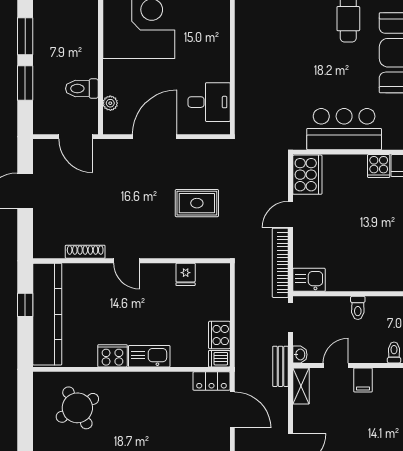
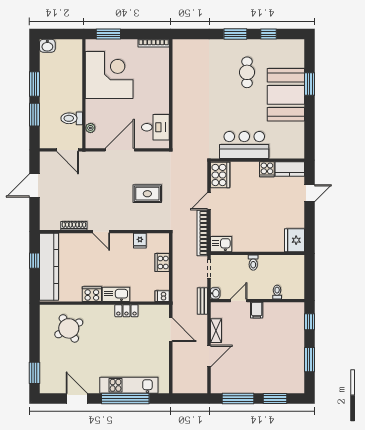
cooker: (219, 335) -> (162, 263), moved
locker: (212, 381) -> (126, 311), moved
shelving: (301, 386) -> (216, 331), moved

